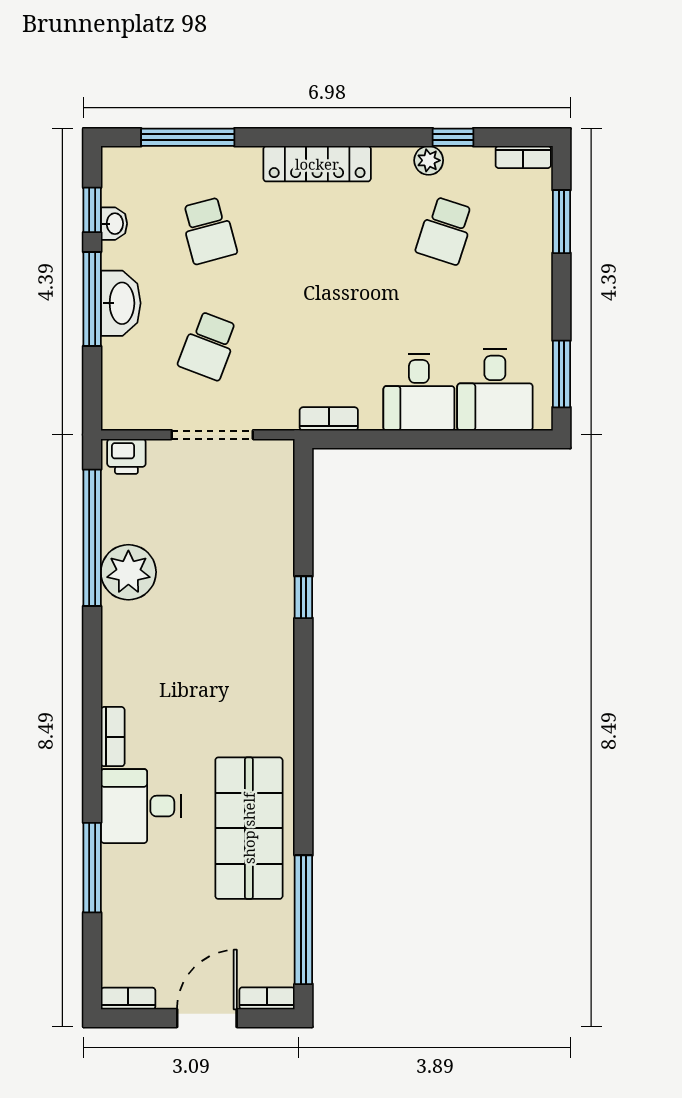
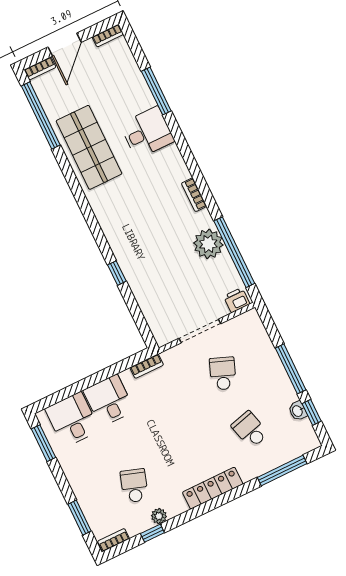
washbasin: (121, 303) -> (276, 374), removed
bookcase: (113, 737) -> (194, 195), moved

